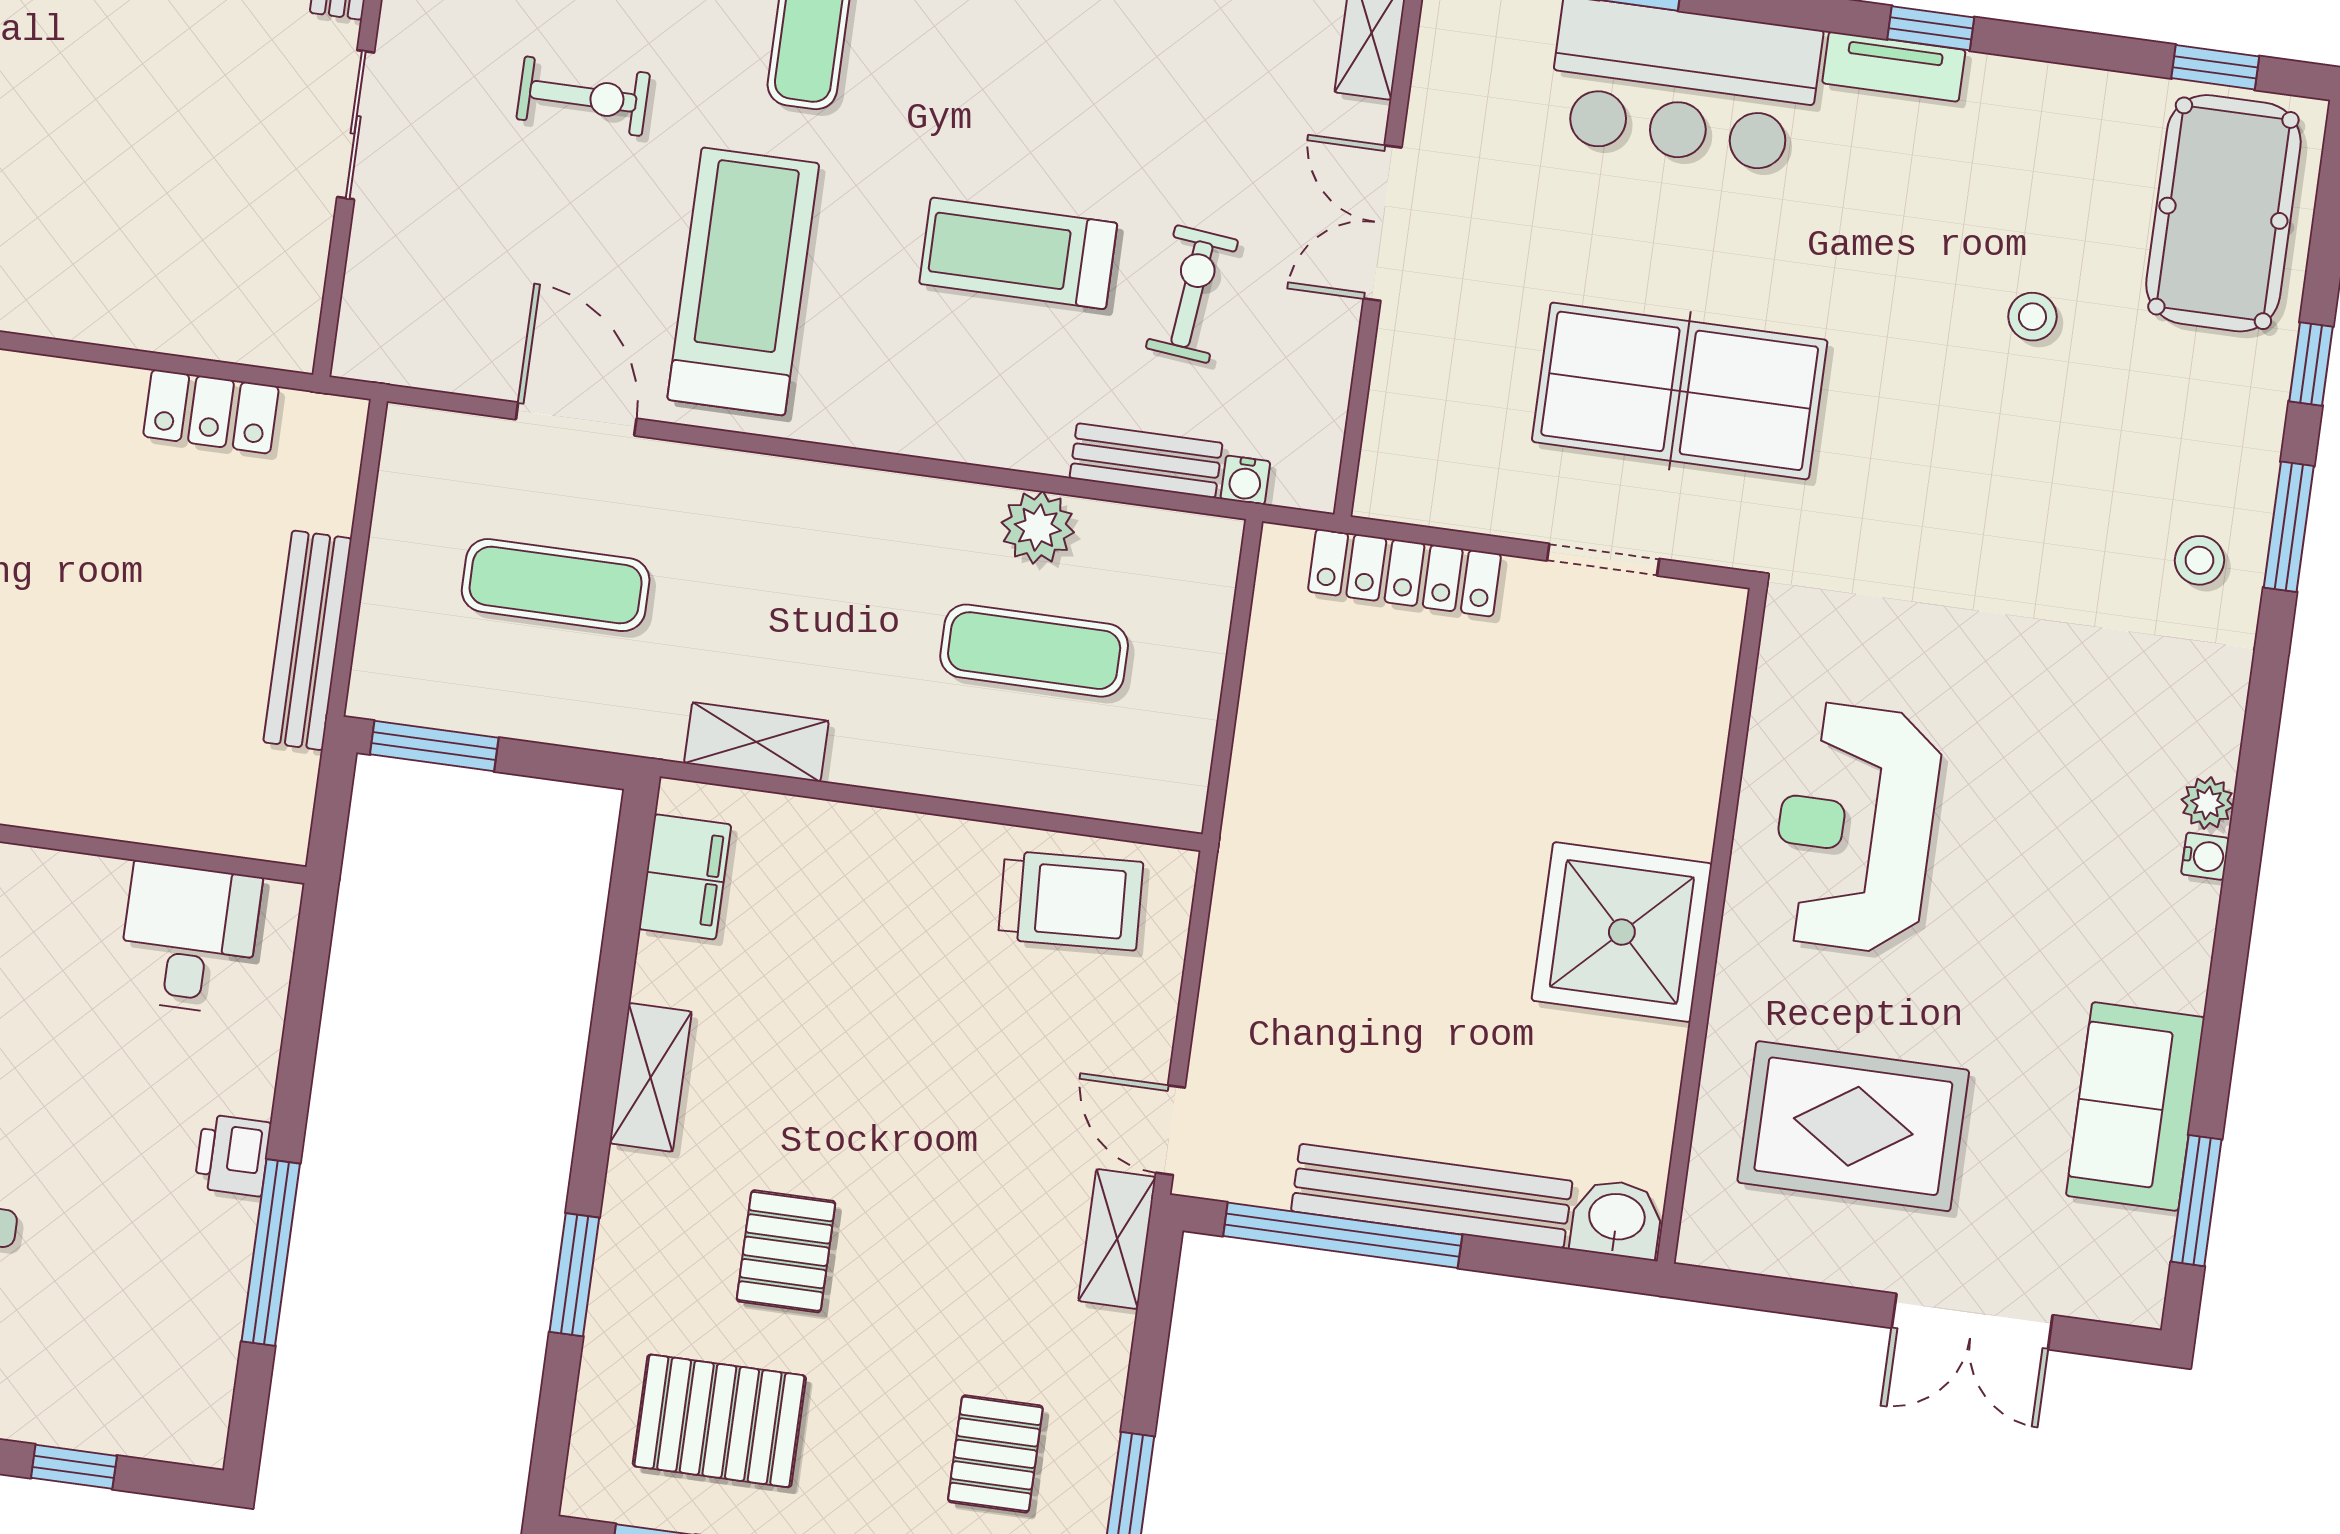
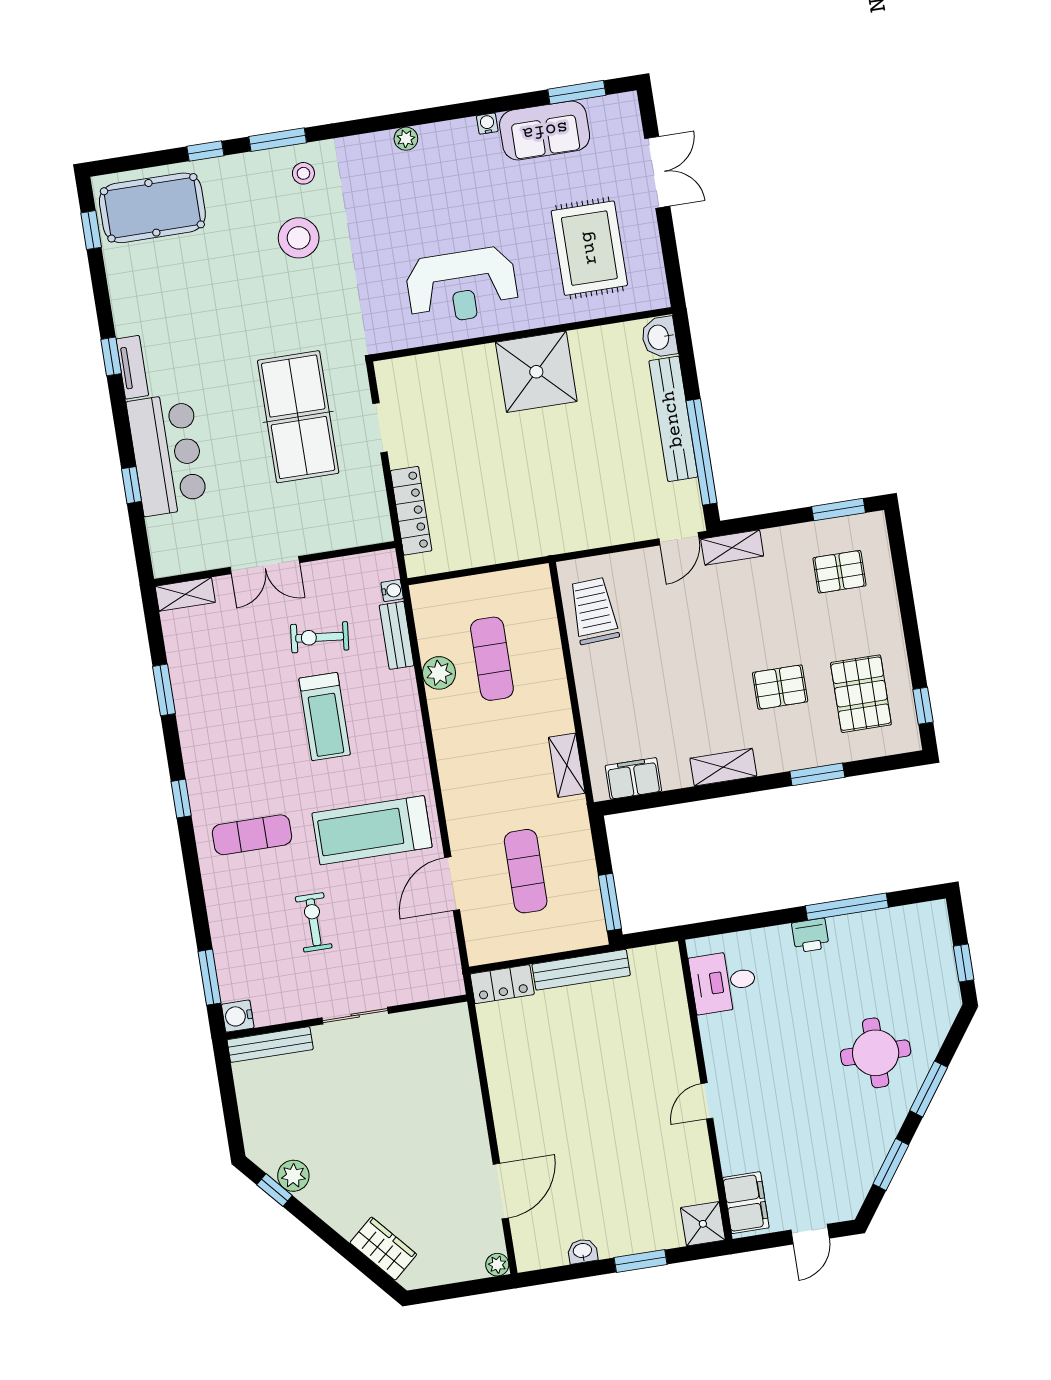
stool: (2032, 317) -> (299, 238), moved, width x1.89, depth x1.89
locker: (211, 412) -> (502, 984), moved, turned 90
water cooler: (2205, 856) -> (487, 124), moved

